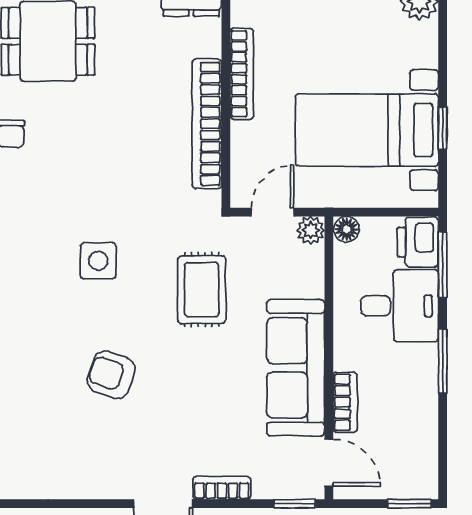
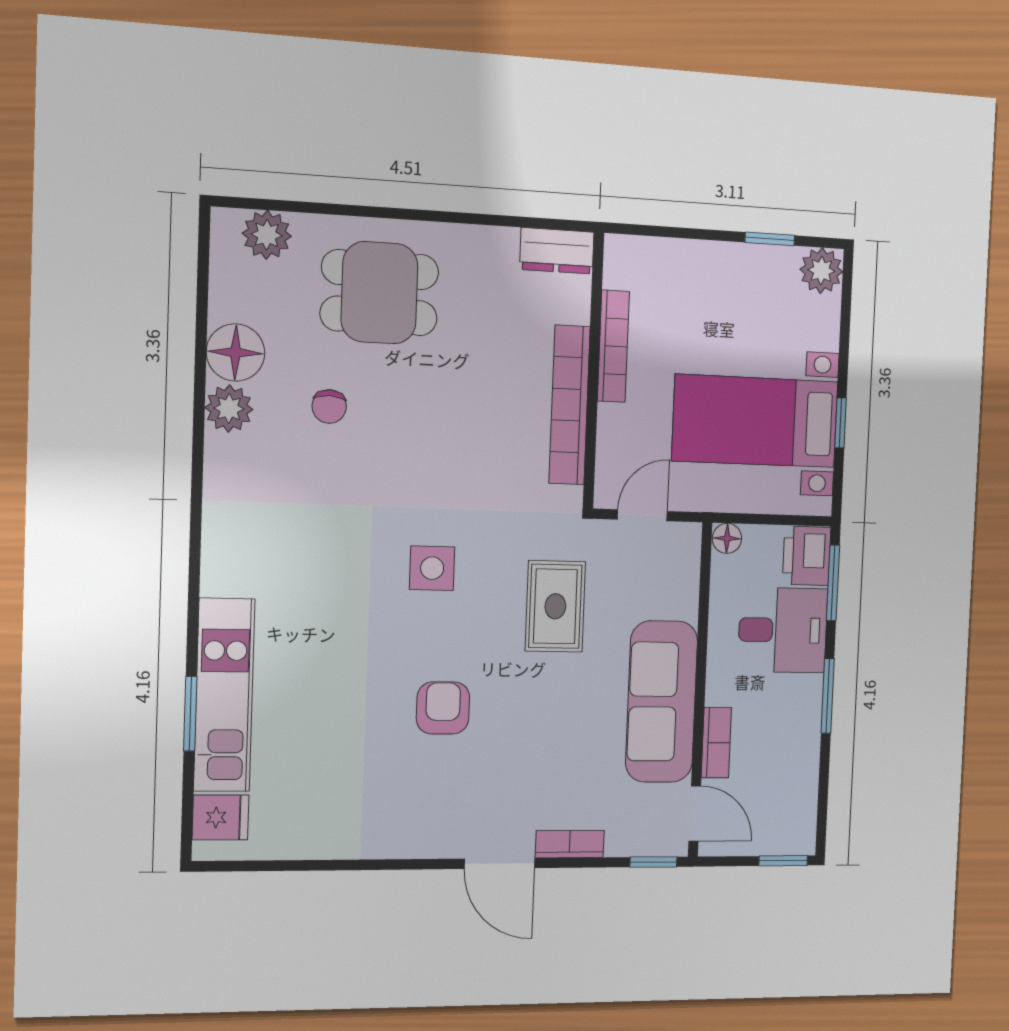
plant: (311, 230) -> (686, 538), removed
armchair: (111, 375) -> (443, 708), turned 71

